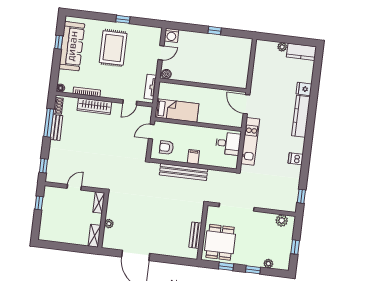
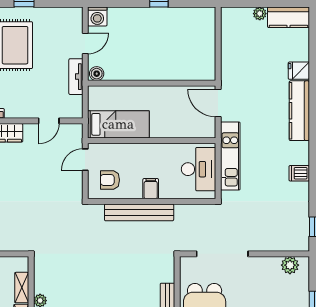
tv unit: (150, 87) -> (76, 77), moved
desk: (228, 144) -> (199, 169), width x1.37
shelving: (99, 203) -> (22, 288), moved

